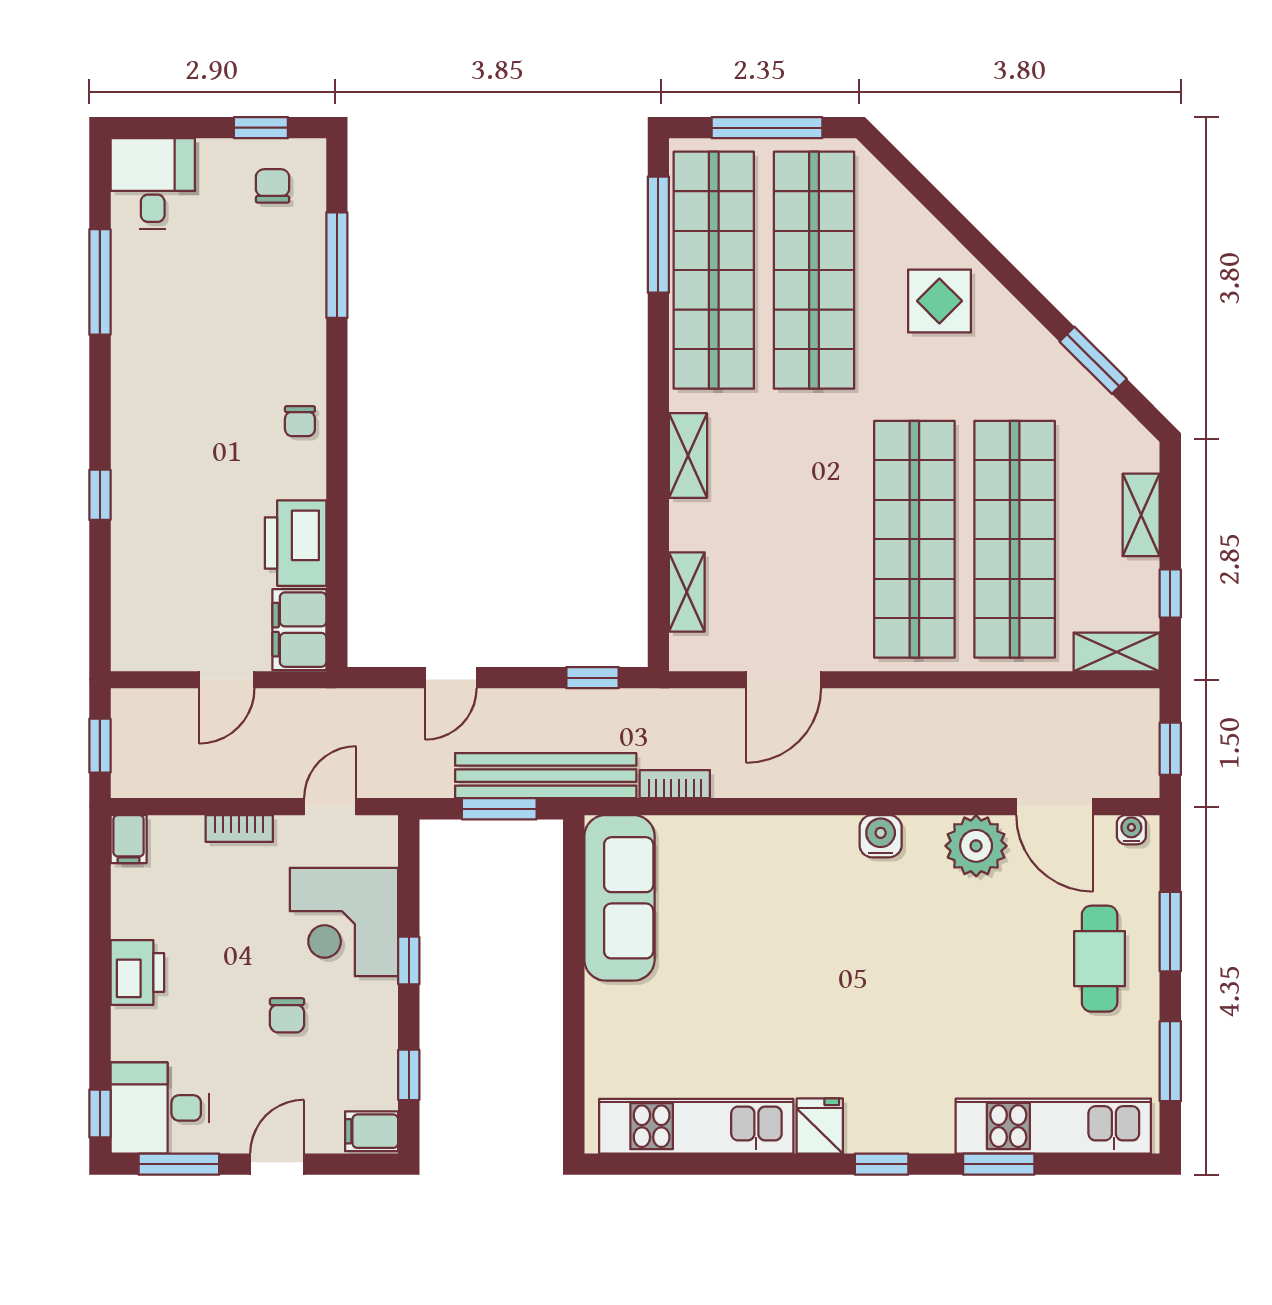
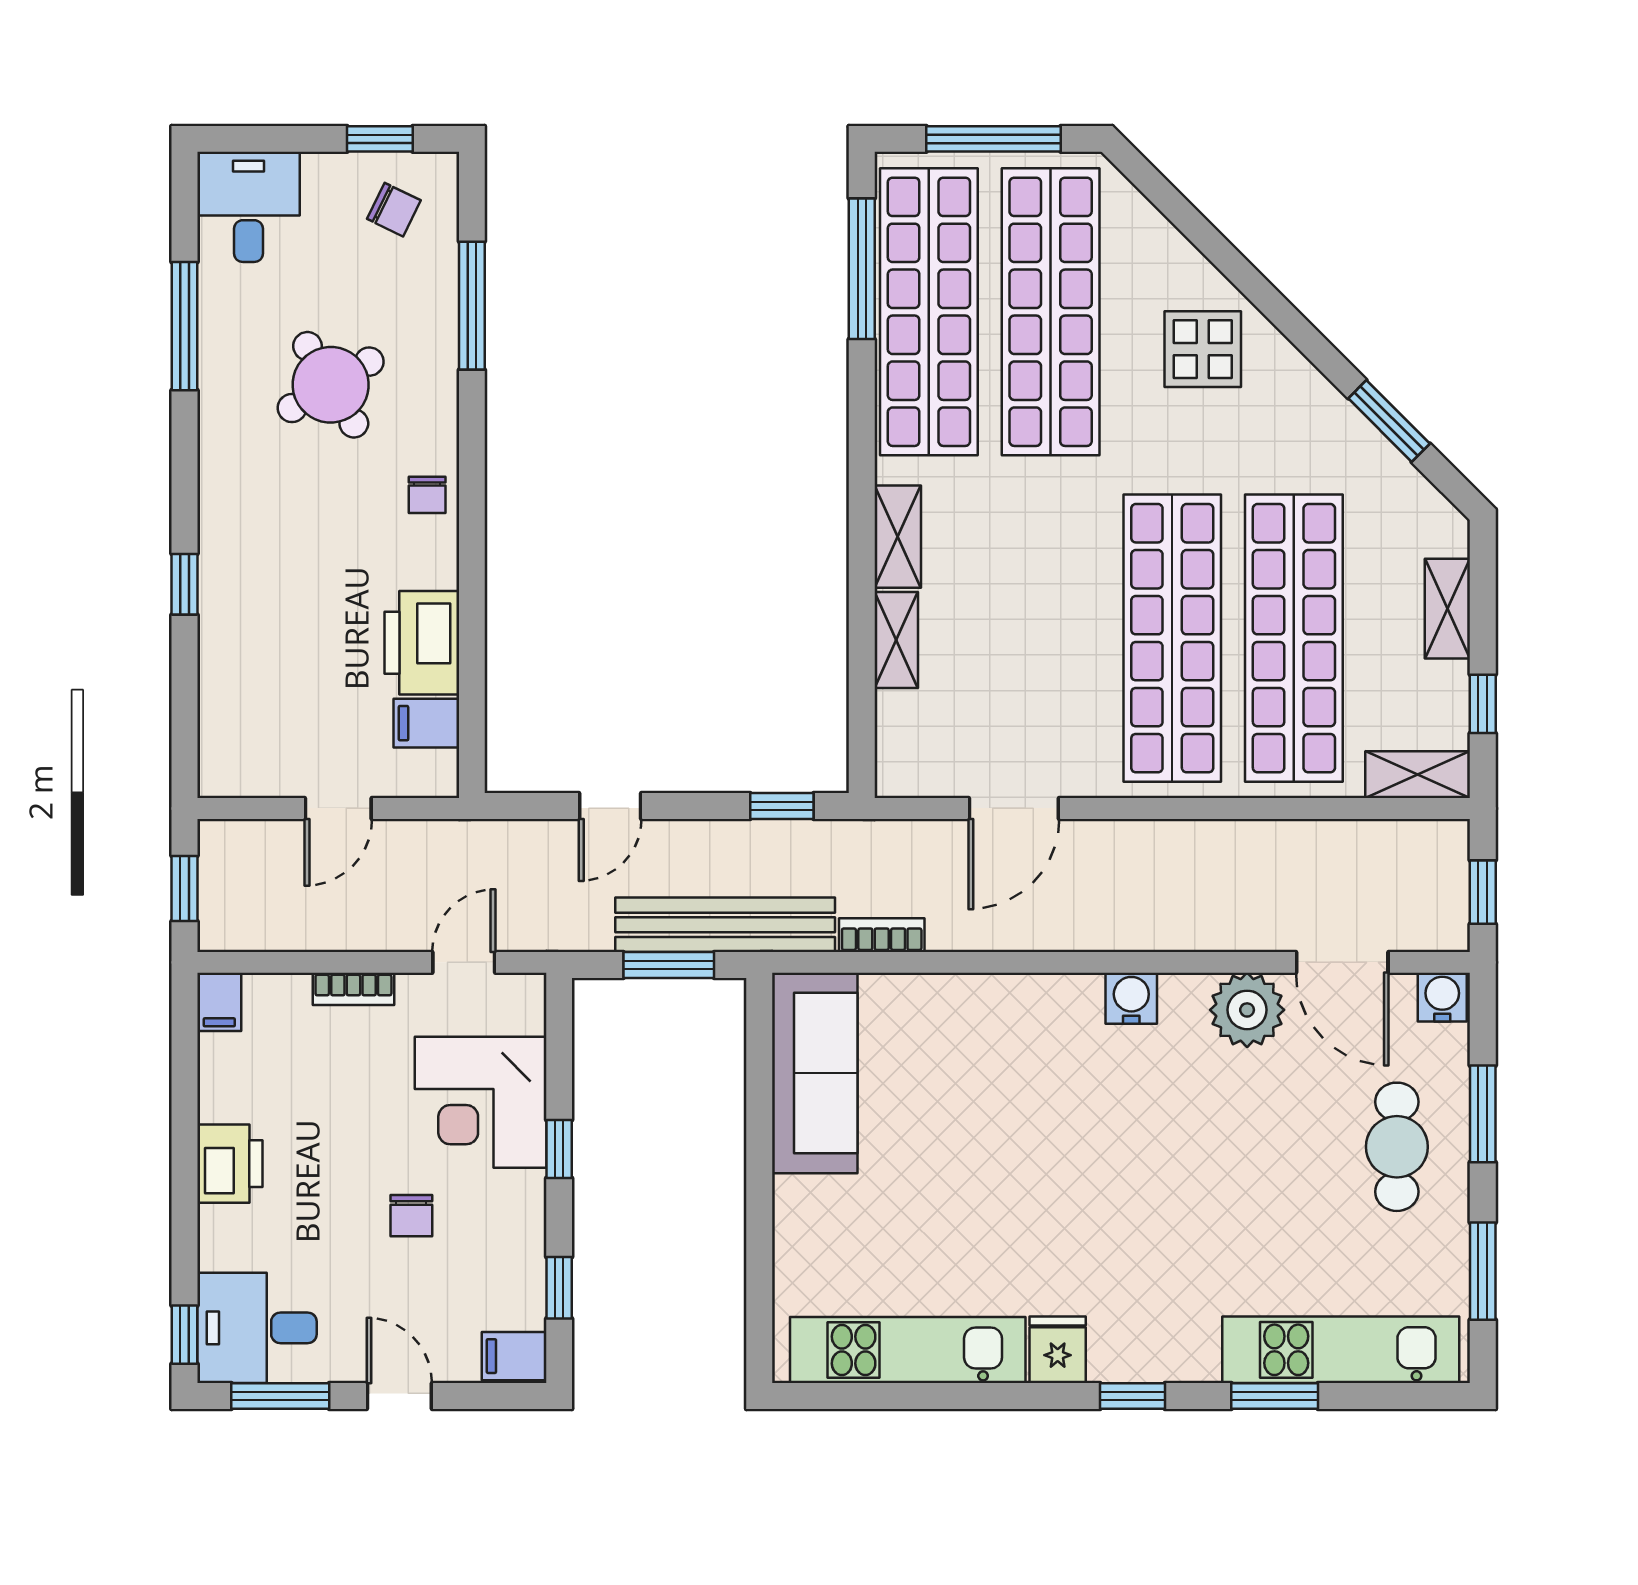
chair: (273, 186) -> (394, 210), turned 116
round table: (220, 330) -> (331, 385), added
shelving: (687, 592) -> (896, 640), moved
filing cabinet: (299, 630) -> (426, 723), width x0.50
water cooler: (1131, 830) -> (1442, 997), width x1.38, depth x1.38
door: (277, 1164) -> (399, 1396), hinge flipped

